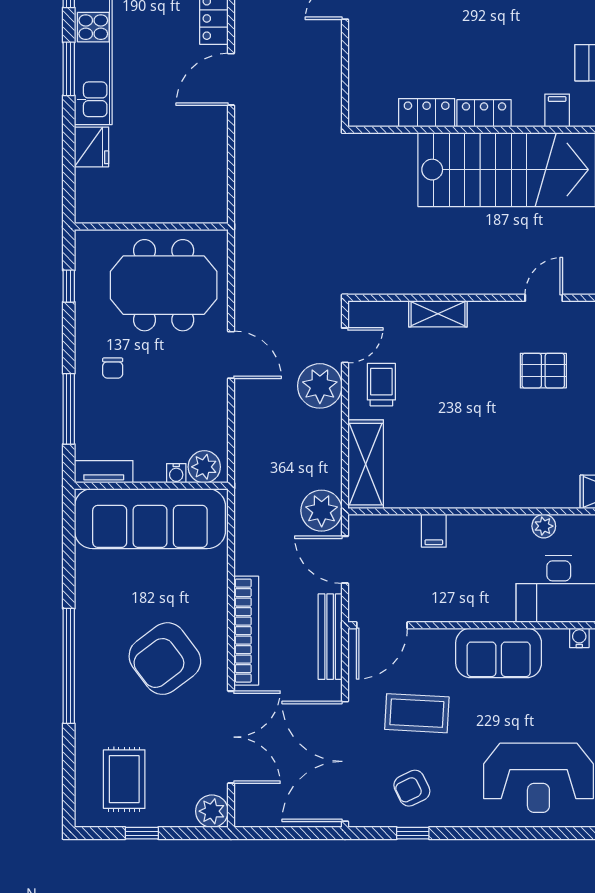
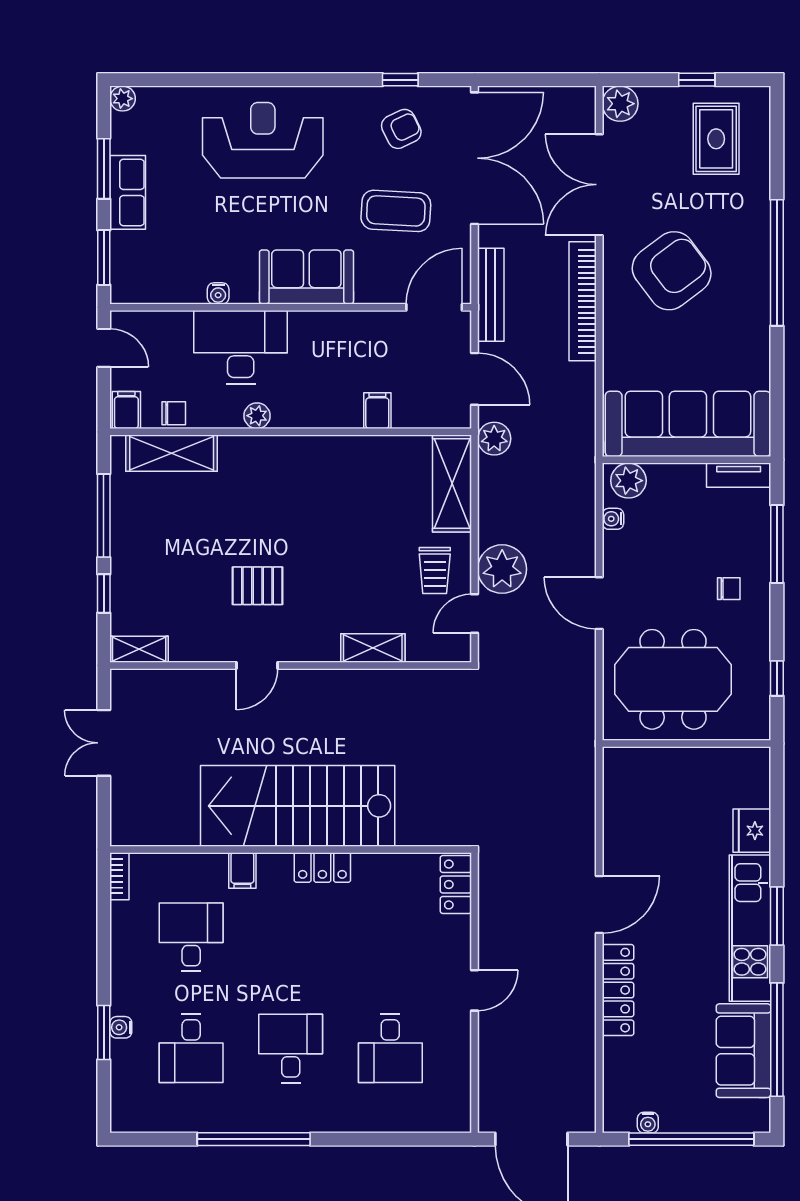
locker: (427, 113) -> (456, 884), moved, turned 90
chair: (113, 368) -> (729, 589), turned 90
water cooler: (176, 473) -> (613, 519), moved, turned -90
plant: (322, 511) -> (494, 439), width x0.73, depth x0.73

